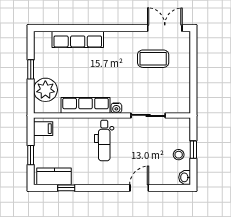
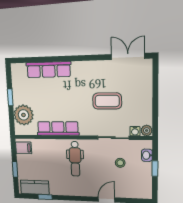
coffee table: (153, 59) -> (107, 101), moved
plant: (184, 107) -> (147, 130), added
water cooler: (116, 108) -> (135, 131), moved
stool: (179, 155) -> (120, 163), moved
washbasin: (185, 177) -> (147, 155), moved

